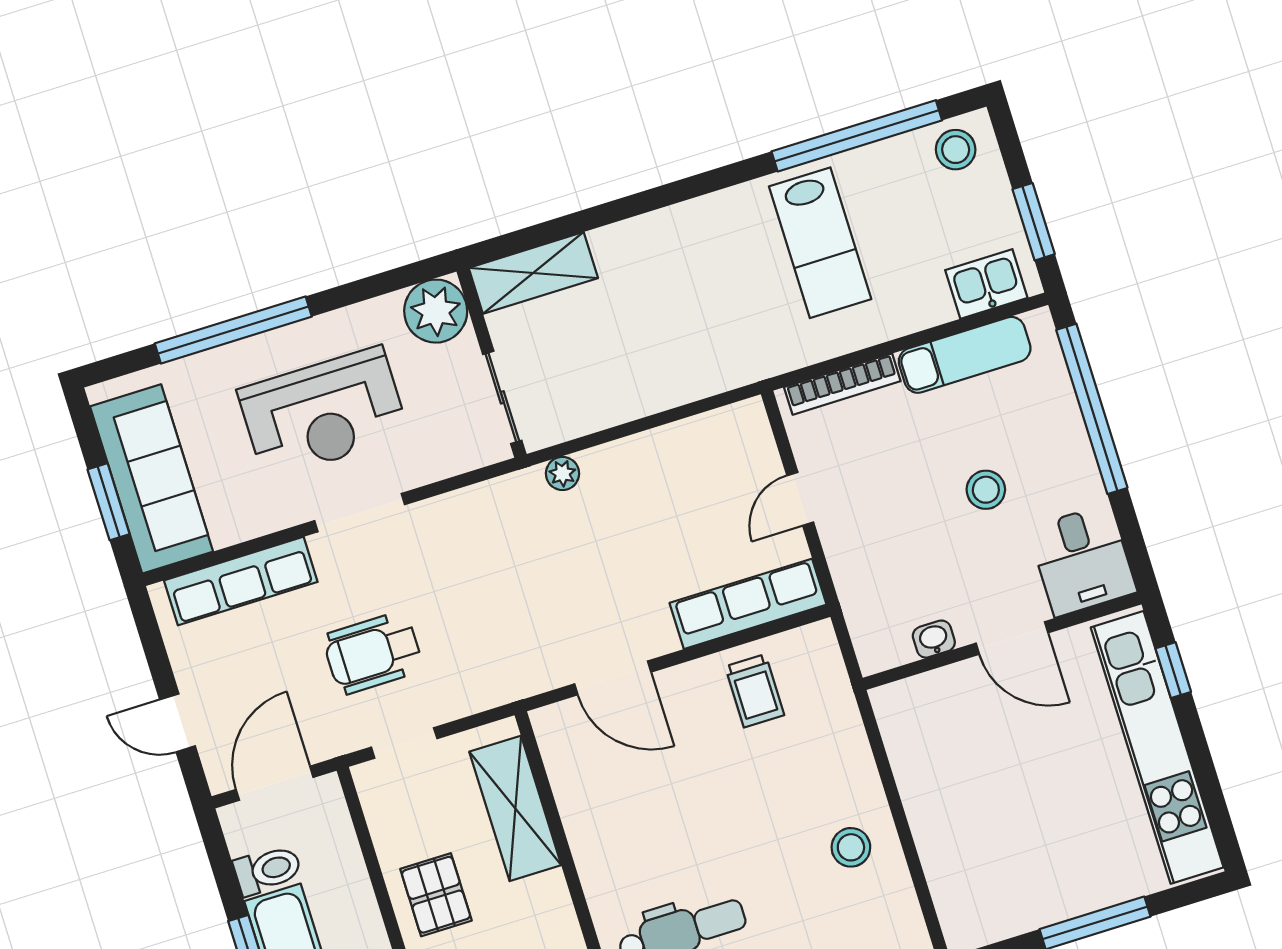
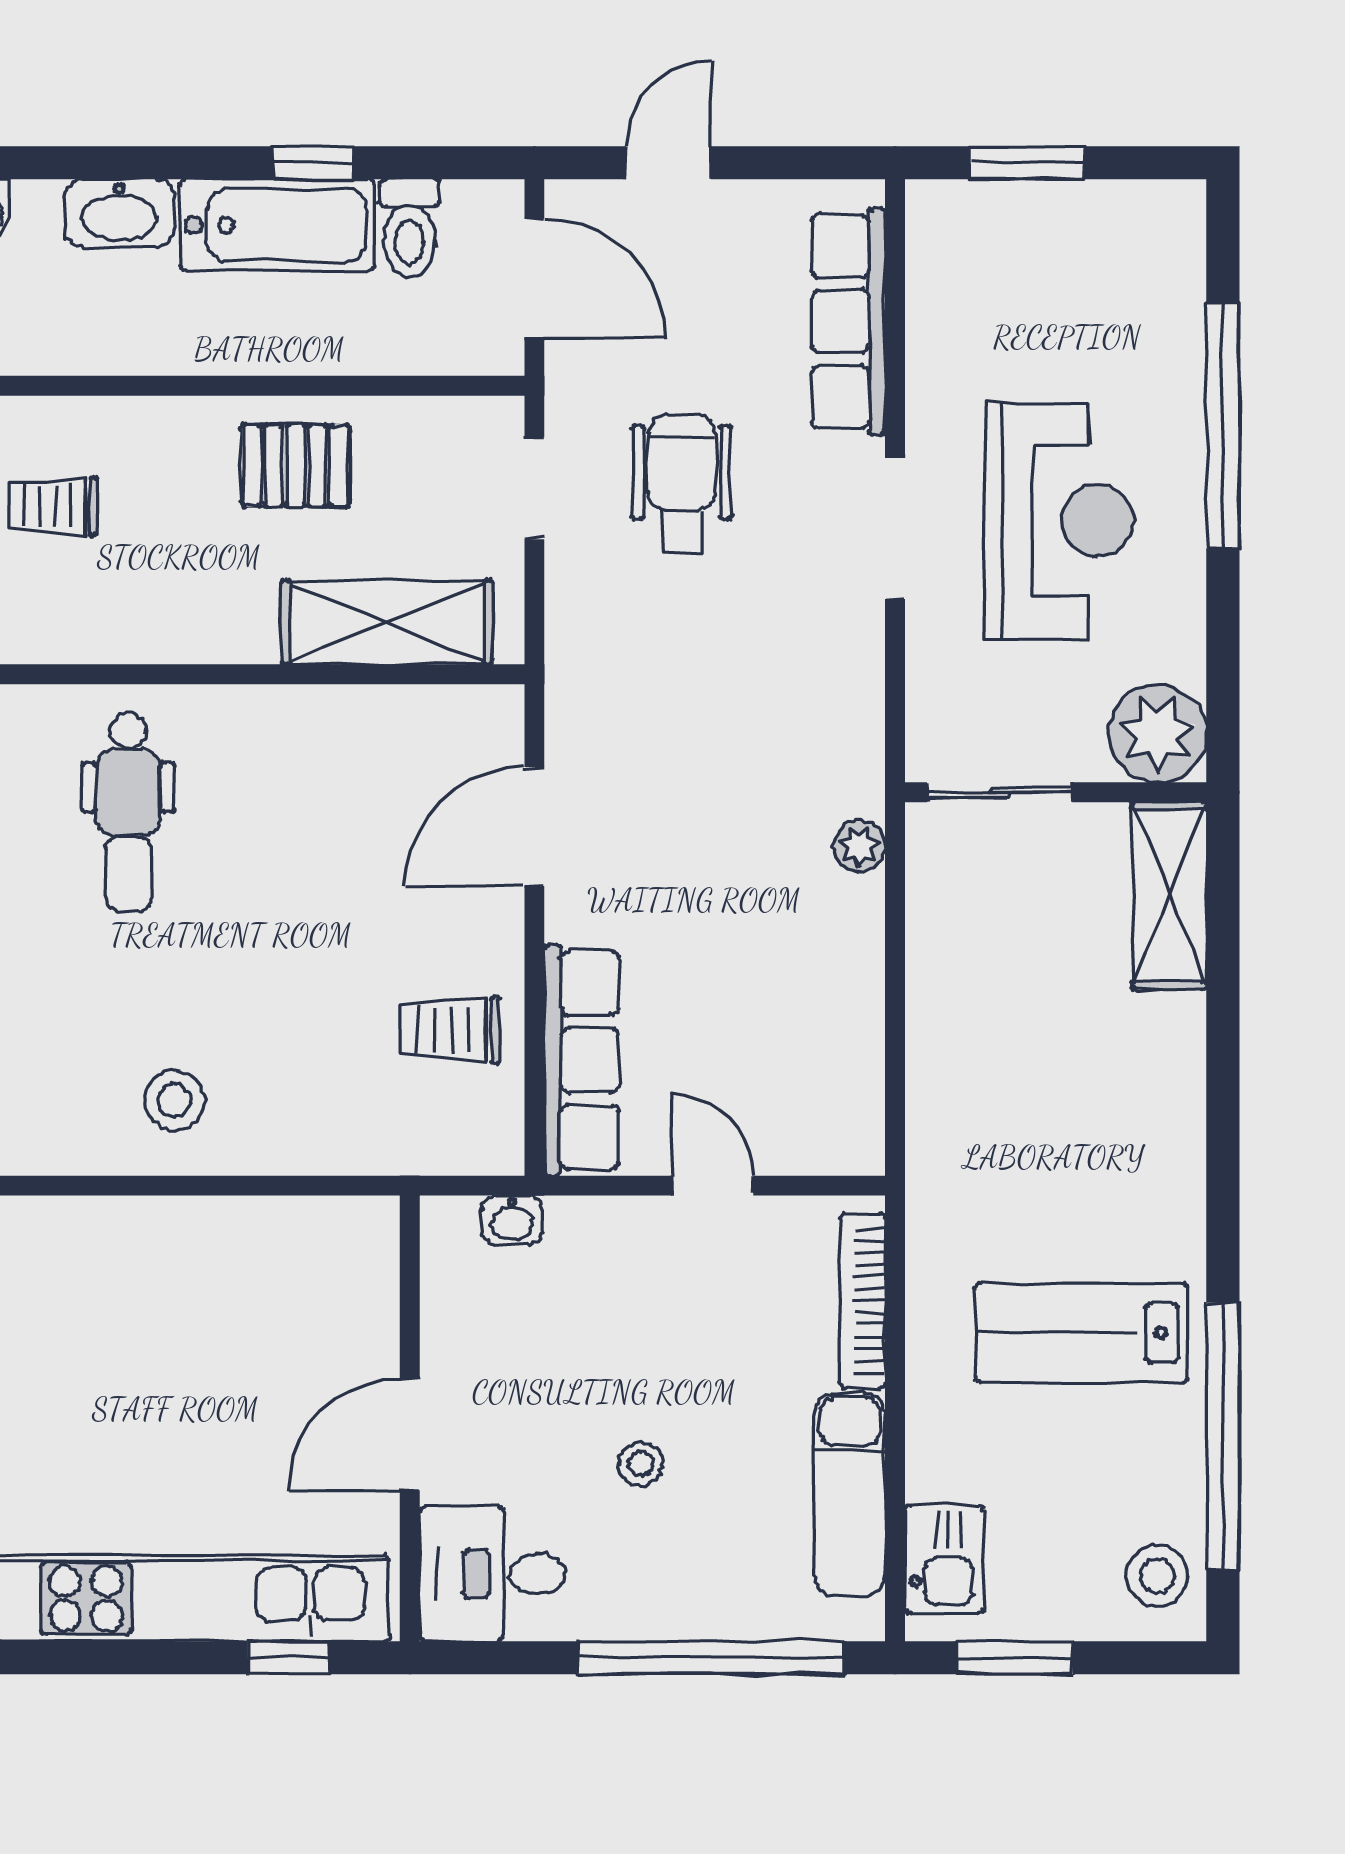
reception desk: (323, 413) -> (1059, 521), turned 180
sofa: (152, 479) -> (1040, 237), removed
stool: (986, 490) -> (641, 1464), width x0.73, depth x0.73
washbasin: (934, 639) -> (512, 1220), moved, turned 90

